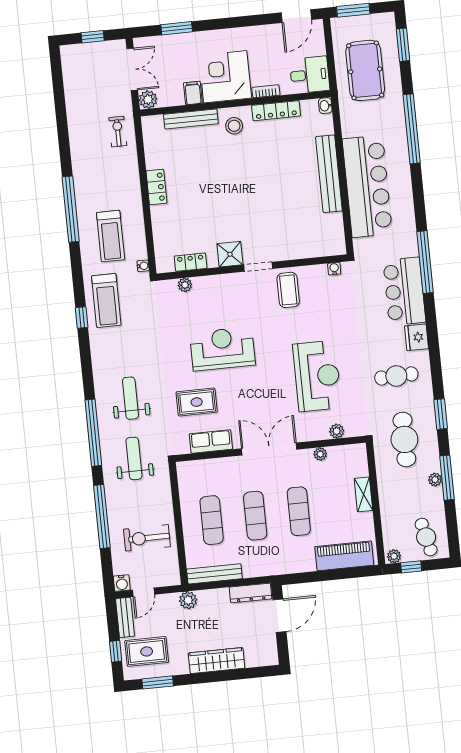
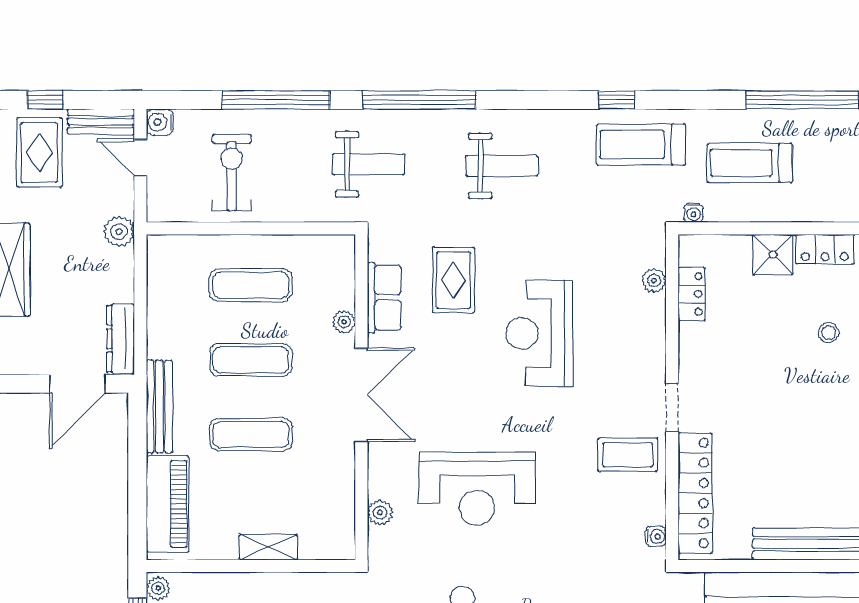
stool: (205, 180) -> (829, 333), added
locker: (307, 248) -> (695, 493), added
shower: (230, 254) -> (773, 255), moved
reception desk: (223, 349) -> (539, 333), turned 180
weight bench: (130, 398) -> (502, 166), moved
plant: (320, 454) -> (344, 322), moved
bench: (214, 574) -> (159, 407), moved
door: (279, 616) -> (77, 384), hinge flipped

